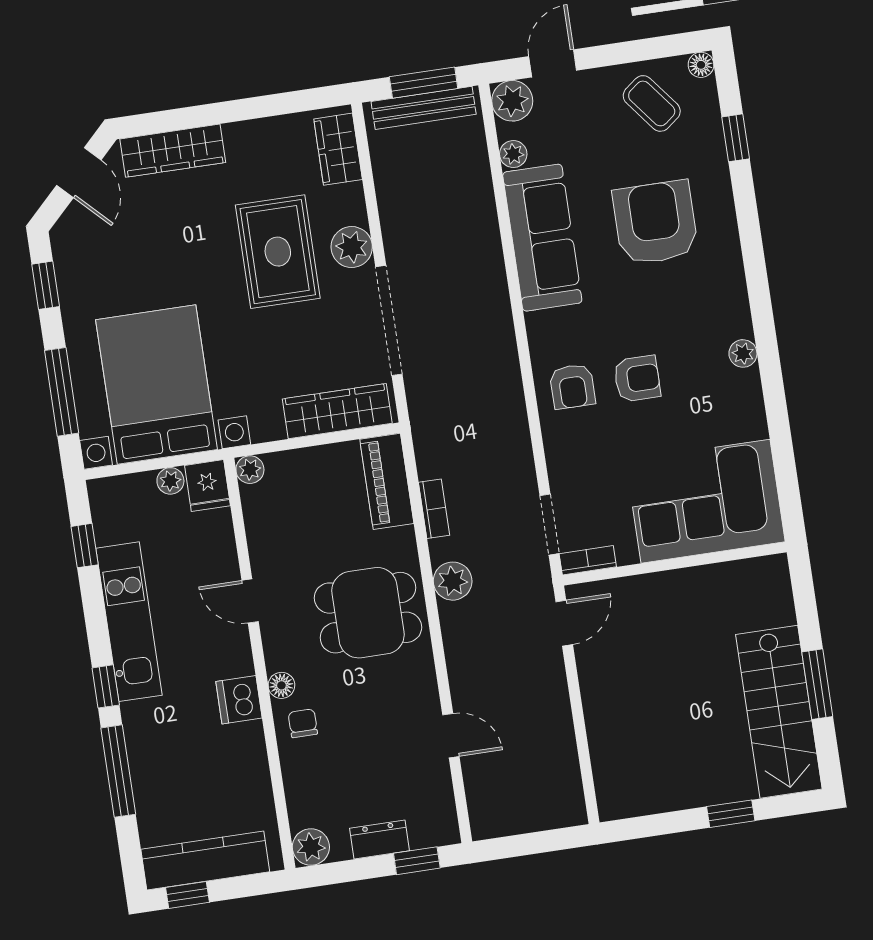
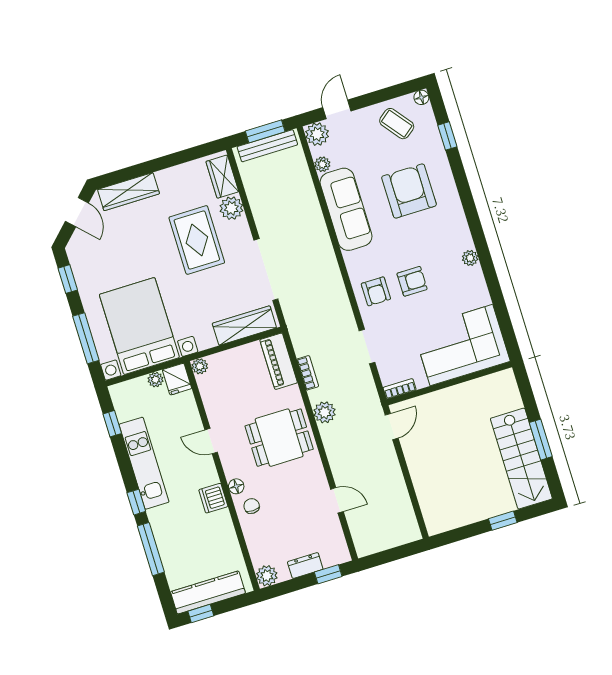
plant: (352, 247) -> (231, 208), moved
doorway: (549, 525) -> (367, 347), moved

